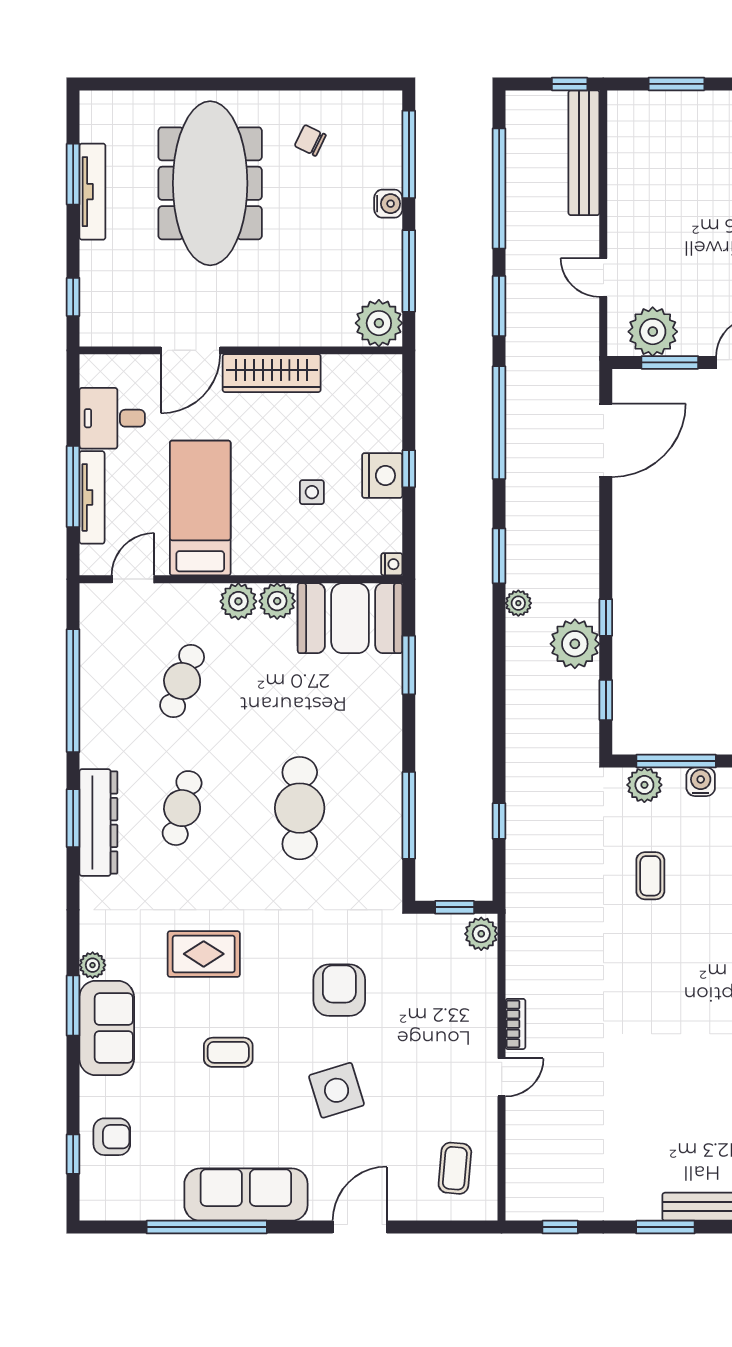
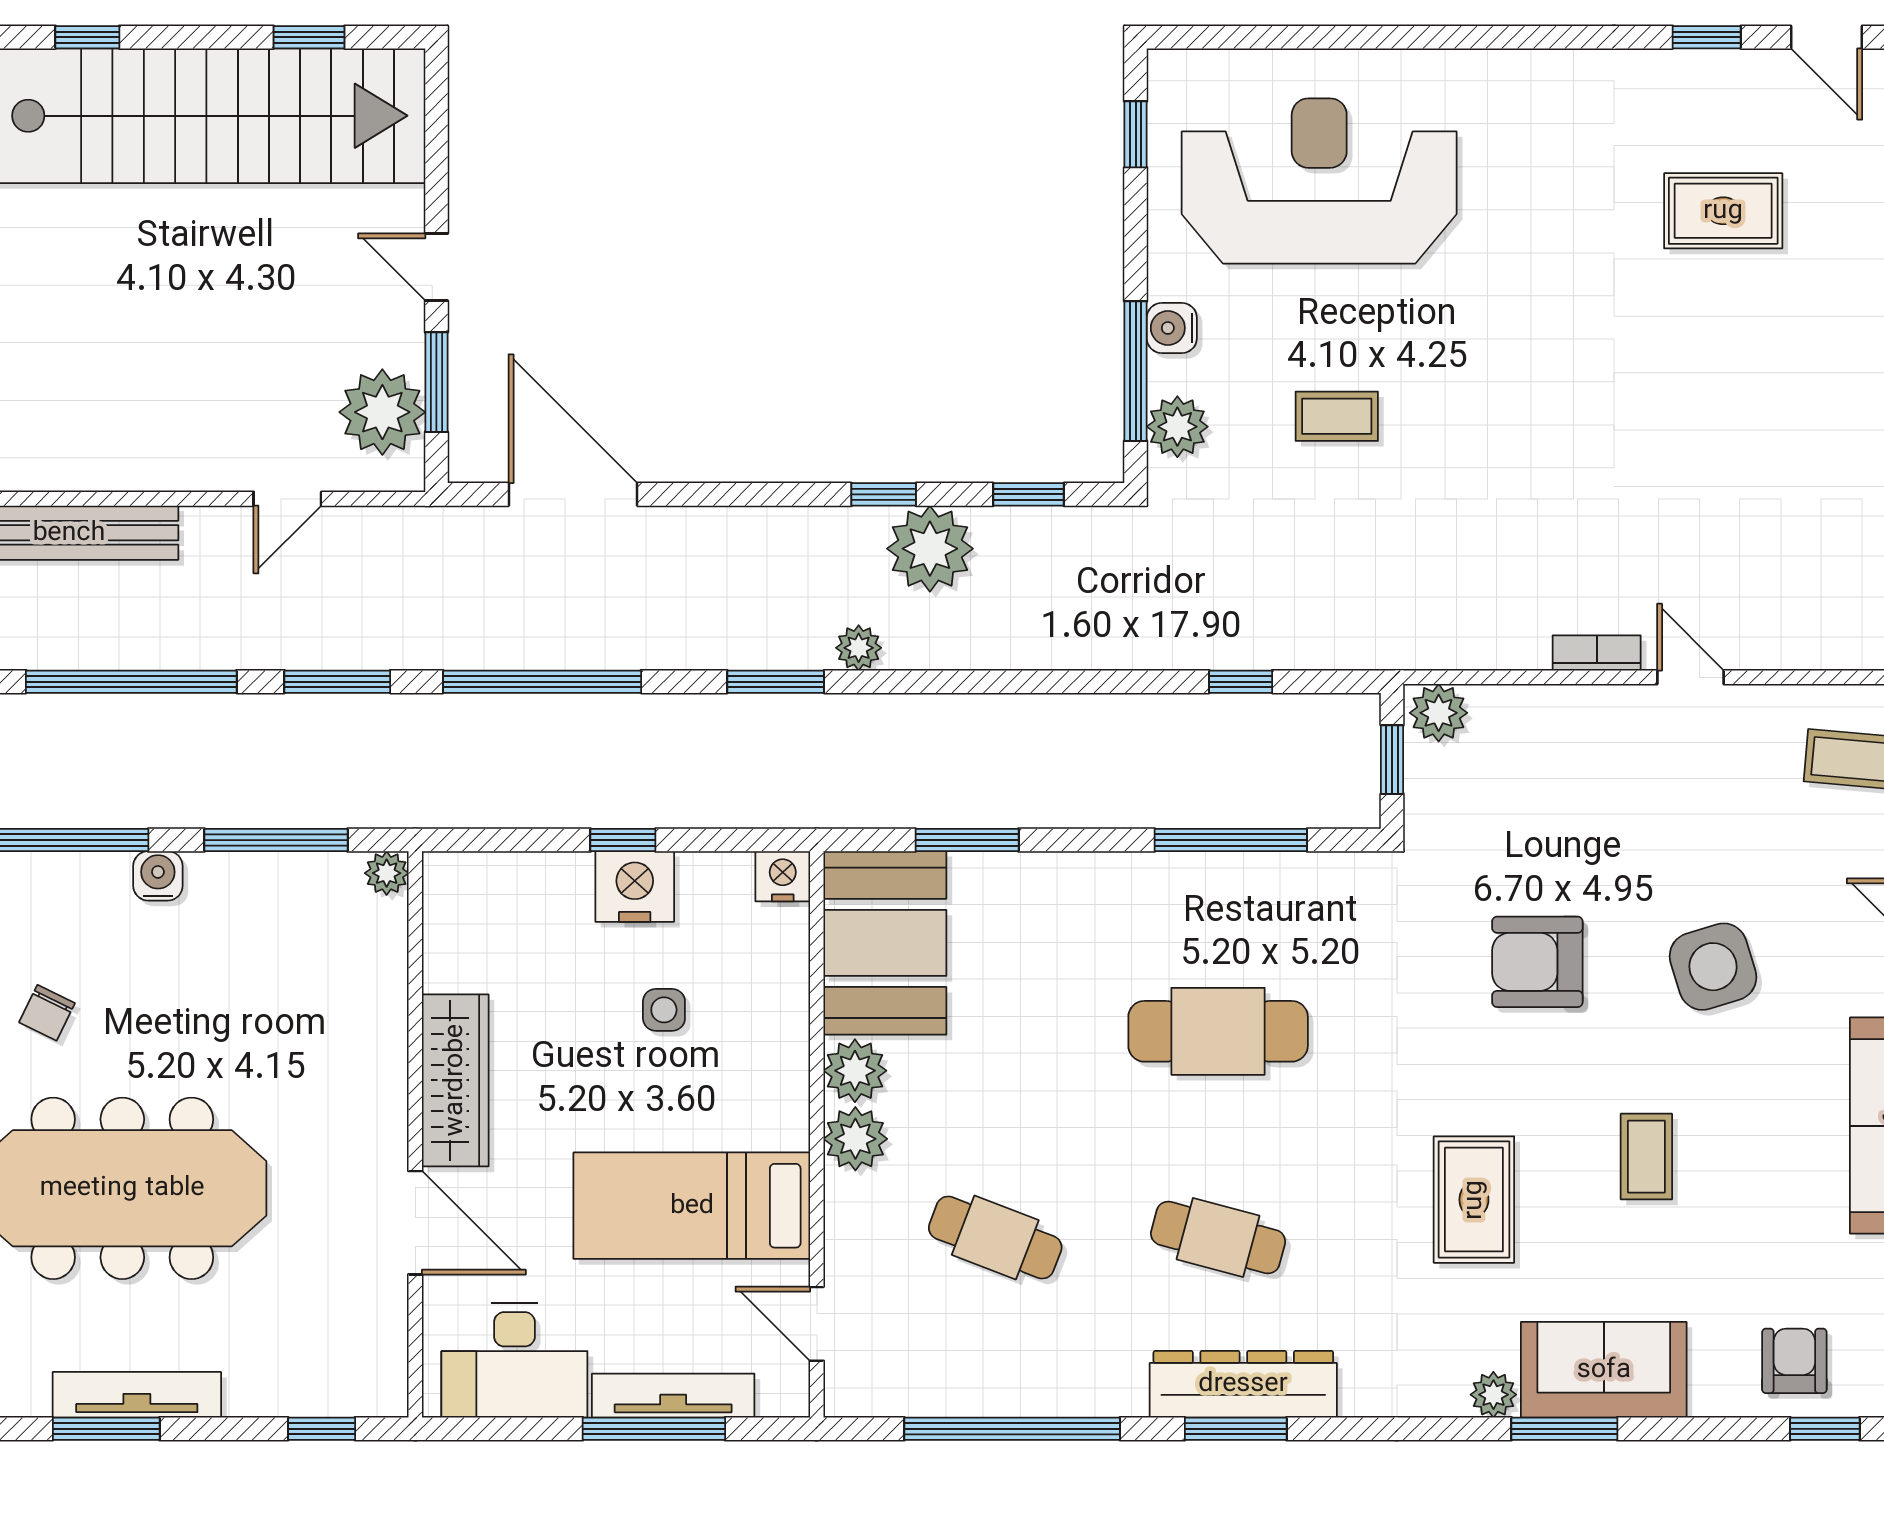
plant: (379, 323) -> (387, 873), width x0.53, depth x0.53
desk: (112, 418) -> (514, 1360), width x1.37
nightstand: (392, 564) -> (783, 876), width x1.39, depth x1.35

